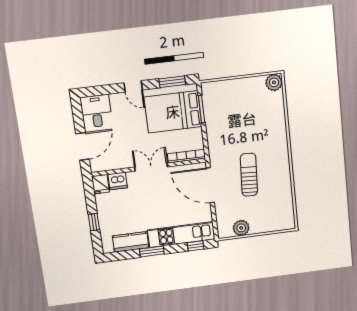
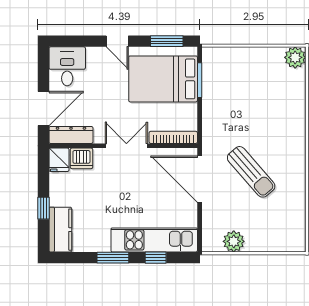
dresser: (107, 164) -> (71, 135), added
sun lounger: (249, 175) -> (251, 172), turned 136
kitchen counter: (131, 242) -> (60, 230), moved, turned 90
window: (195, 246) -> (156, 258), moved

